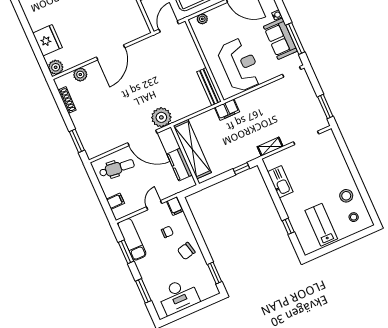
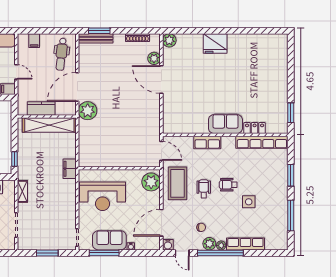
plant: (202, 19) -> (151, 182), width x1.88, depth x1.88
fridge: (47, 40) -> (215, 43), moved
door: (111, 52) -> (161, 79), moved
bench: (209, 87) -> (96, 38), moved
window: (325, 107) -> (47, 253), moved

